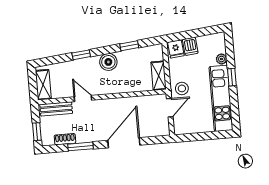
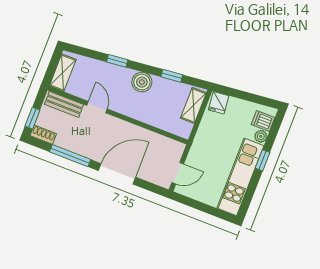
dishwasher: (190, 46) -> (263, 121), moved, turned 96
shelving: (159, 76) -> (193, 105), moved
stool: (182, 88) -> (205, 147), removed
door: (170, 108) -> (178, 173), moved
shoe rack: (65, 139) -> (43, 135), moved
window: (80, 146) -> (70, 156), width x1.44

